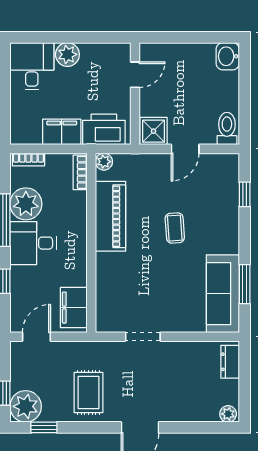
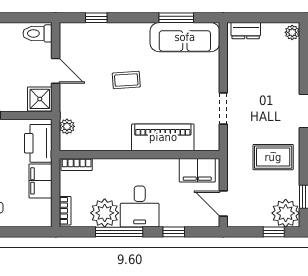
plant: (104, 162) -> (67, 126), moved
piano: (111, 216) -> (163, 137), moved

